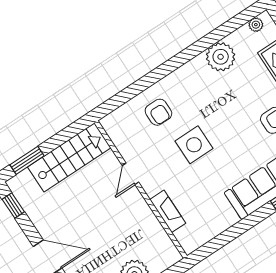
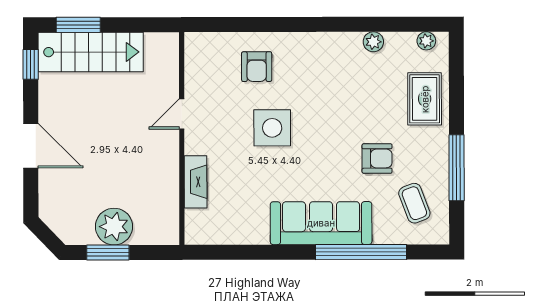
plant: (221, 57) -> (373, 42), width x0.53, depth x0.53
stairs: (69, 157) -> (91, 52), moved

